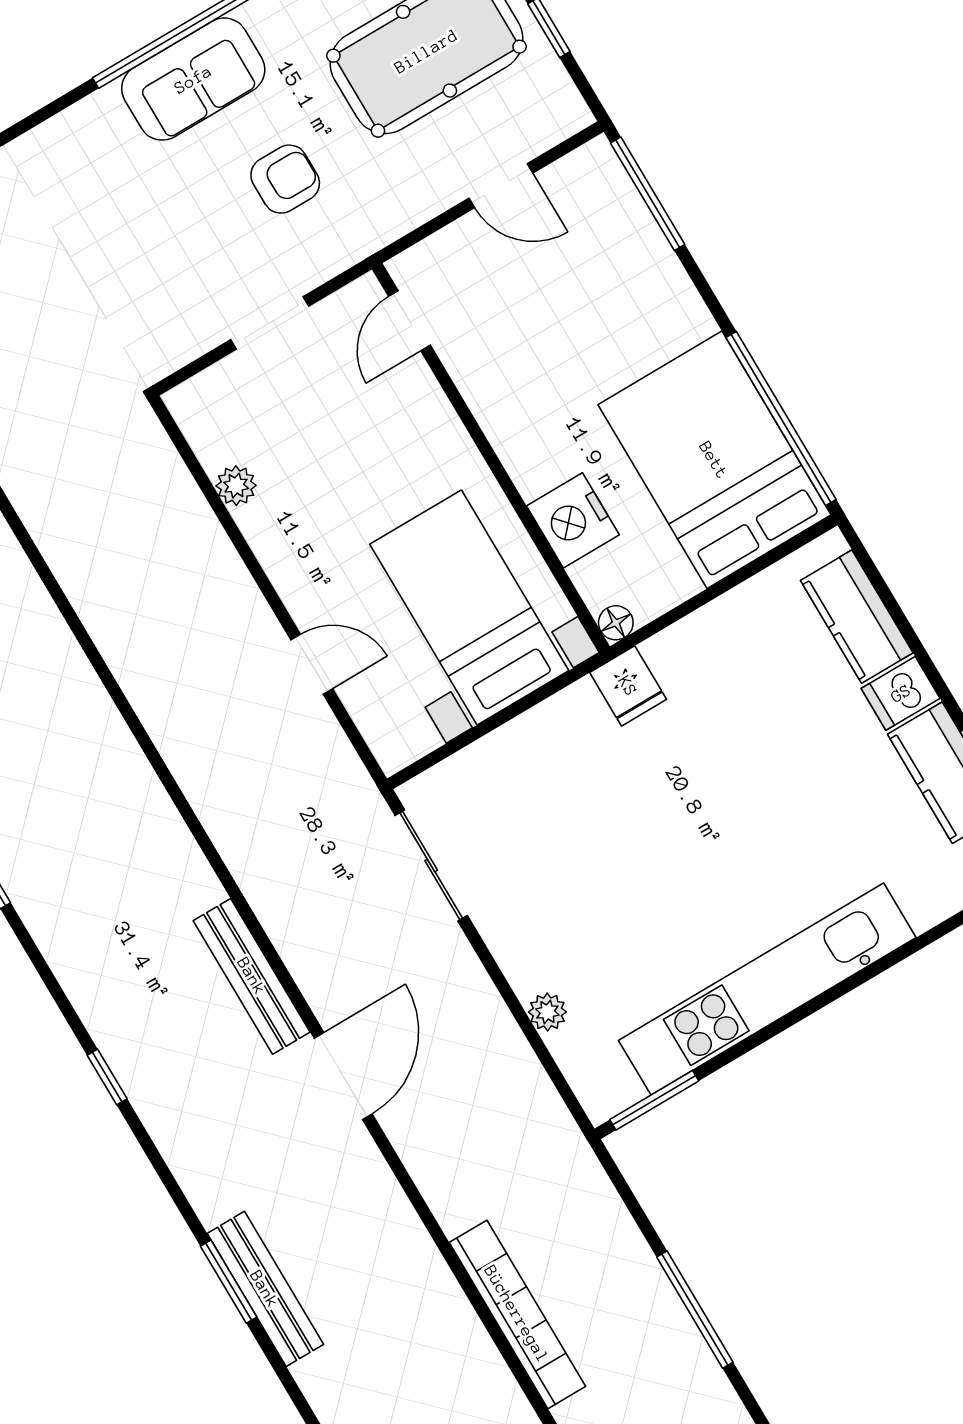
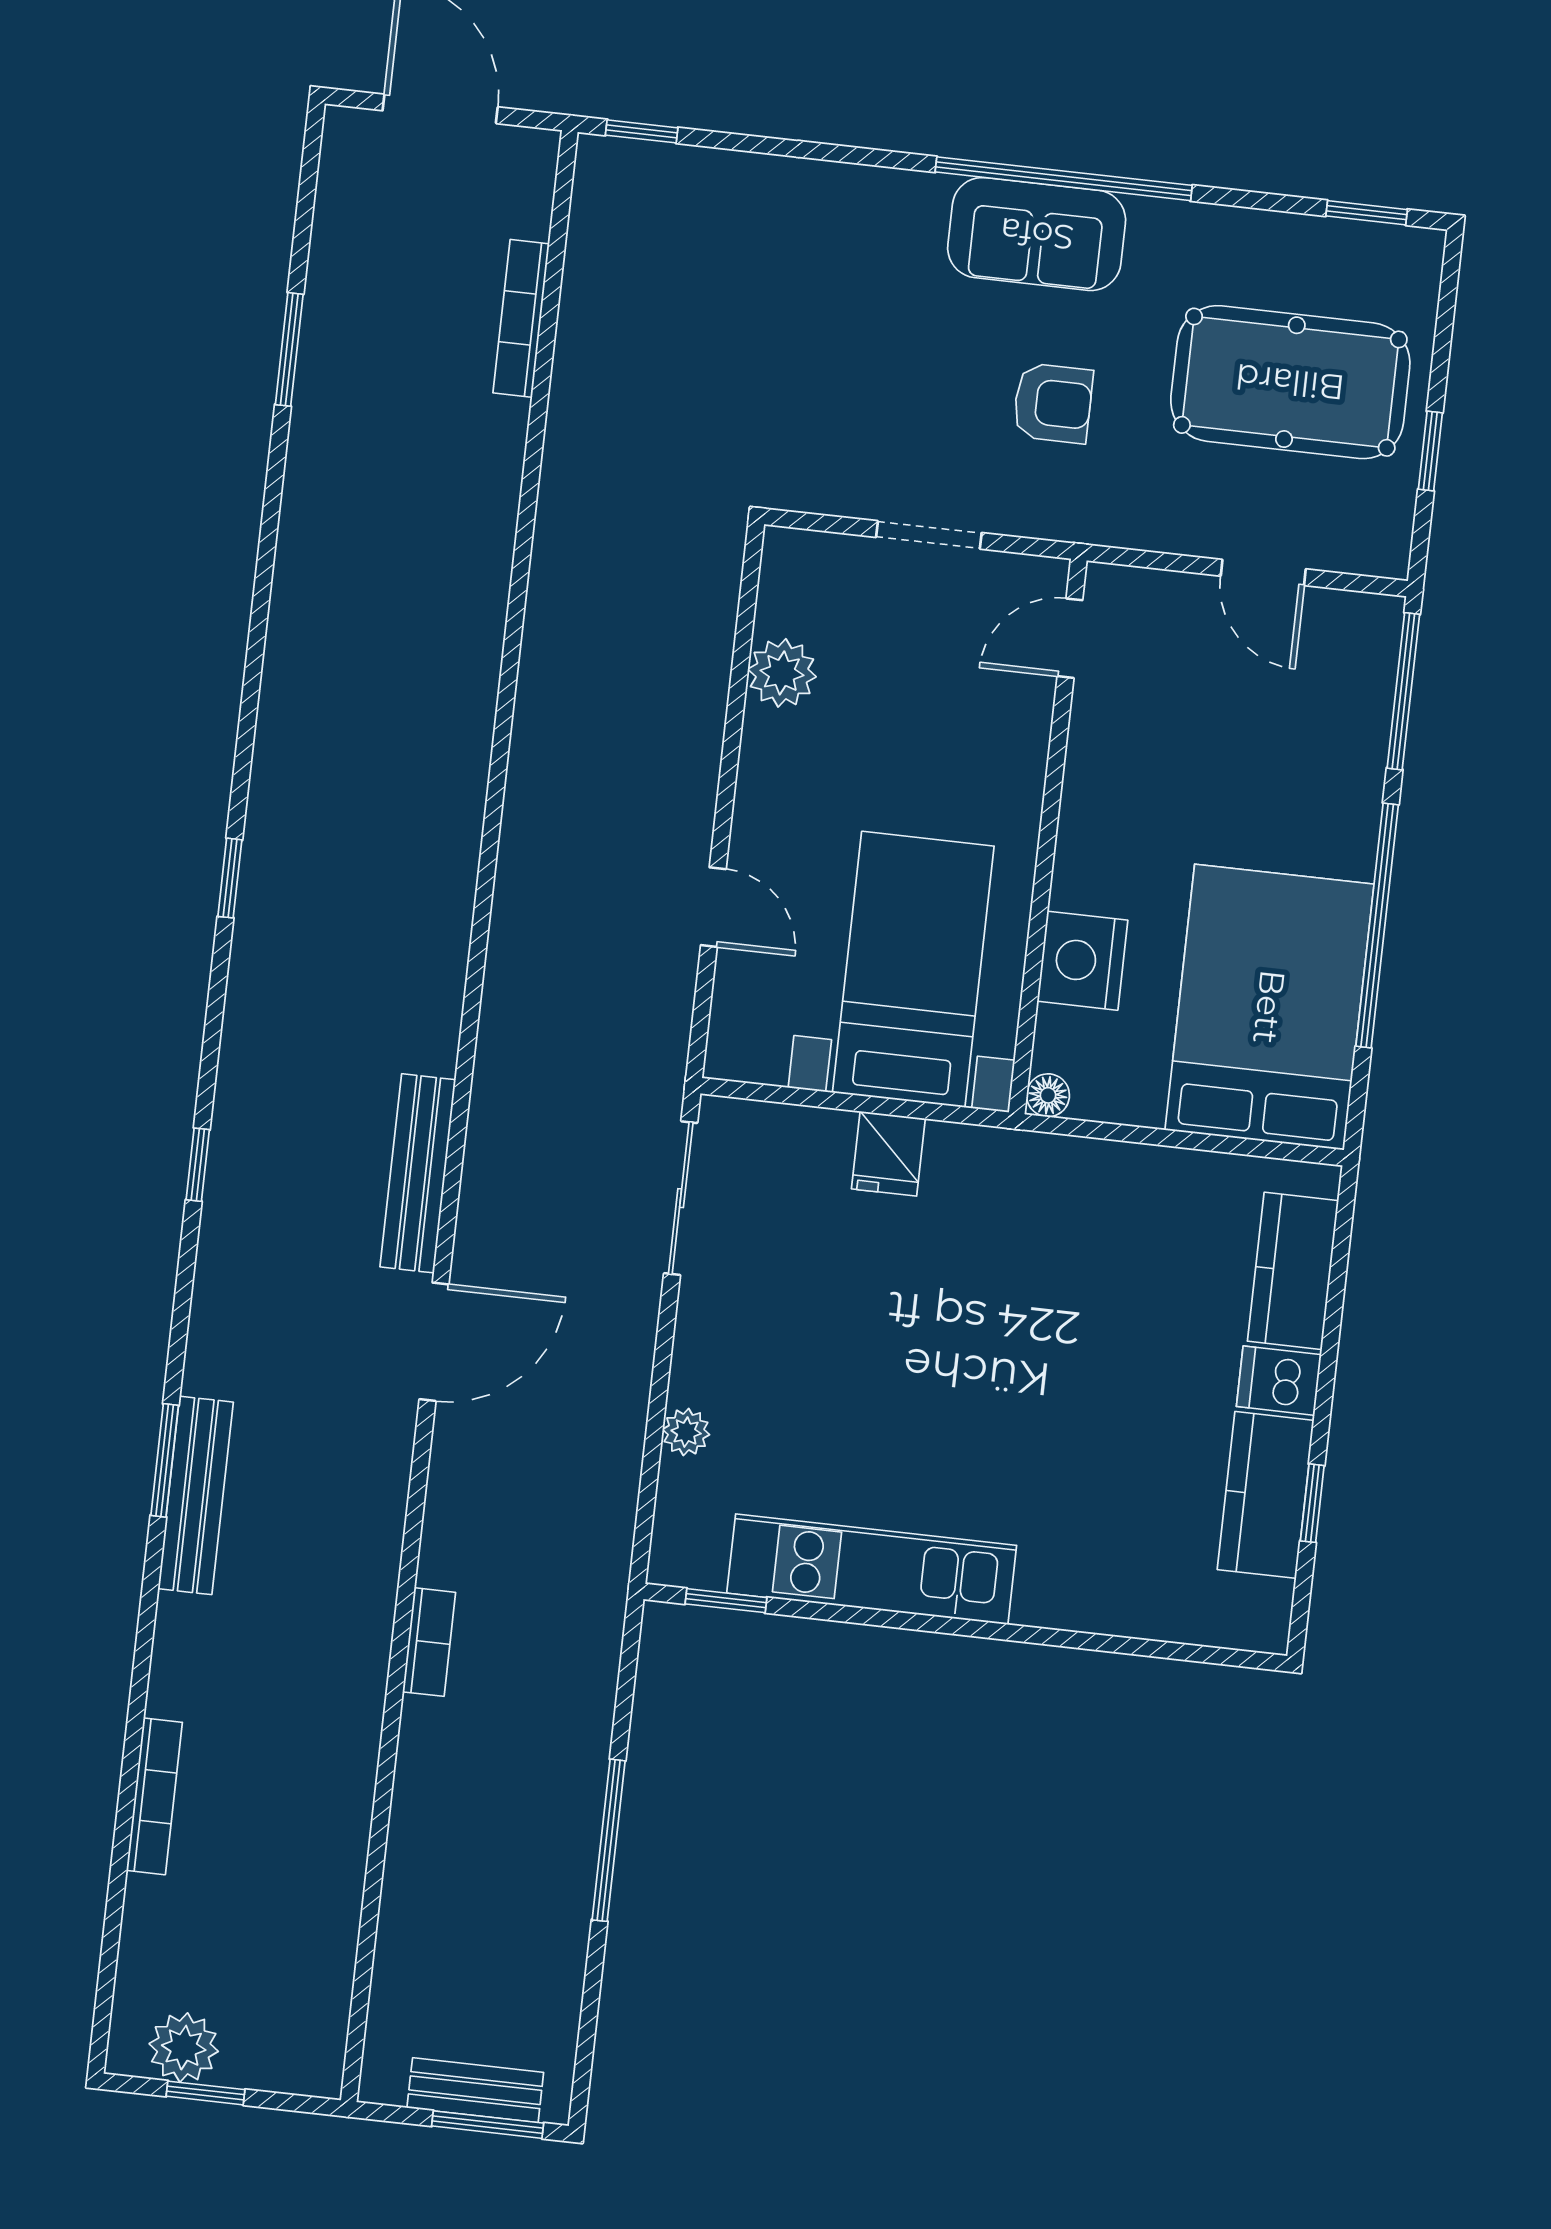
window: (781, 418) -> (1377, 925), moved
plant: (236, 486) -> (782, 673), width x1.38, depth x1.38
fridge: (628, 686) -> (888, 1154), moved
kitchen unit: (767, 989) -> (872, 1569), width x0.73
window: (654, 1100) -> (726, 1601), width x0.67
bookcase: (517, 1314) -> (429, 1642), width x0.43, depth x0.76

